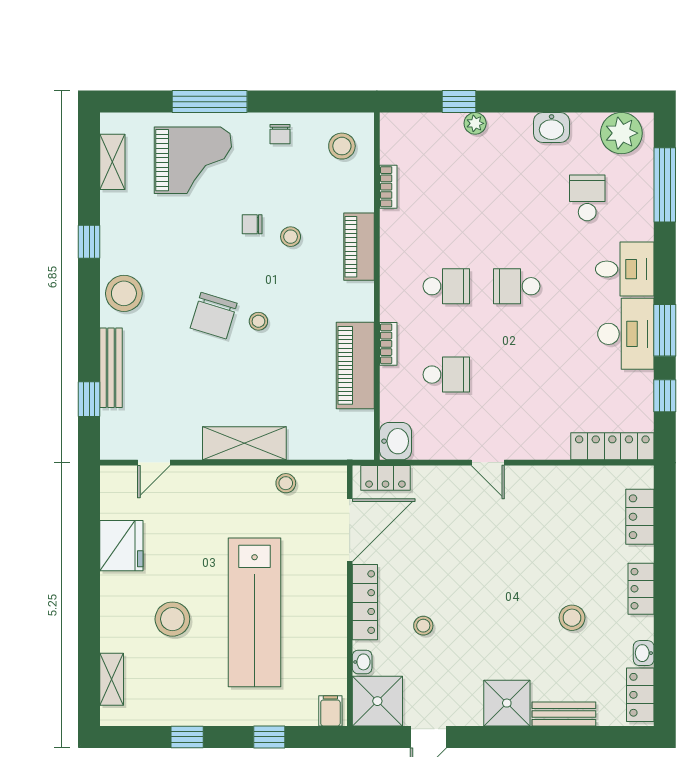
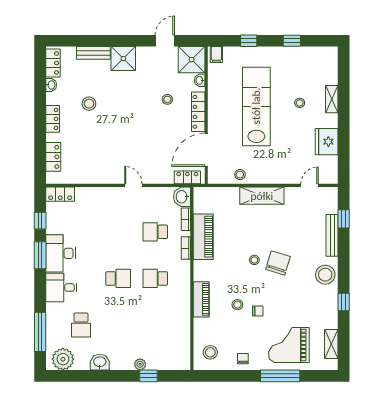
bookcase: (388, 187) -> (186, 219), moved
locker: (612, 446) -> (60, 194), width x0.66
stool: (172, 619) -> (300, 103), width x0.53, depth x0.53
shelving: (112, 679) -> (332, 99), moved

